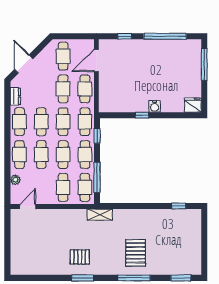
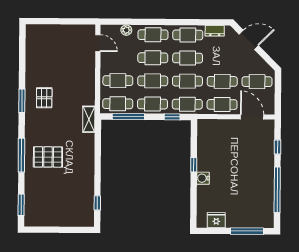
fridge: (193, 105) -> (216, 220), moved, turned -90

